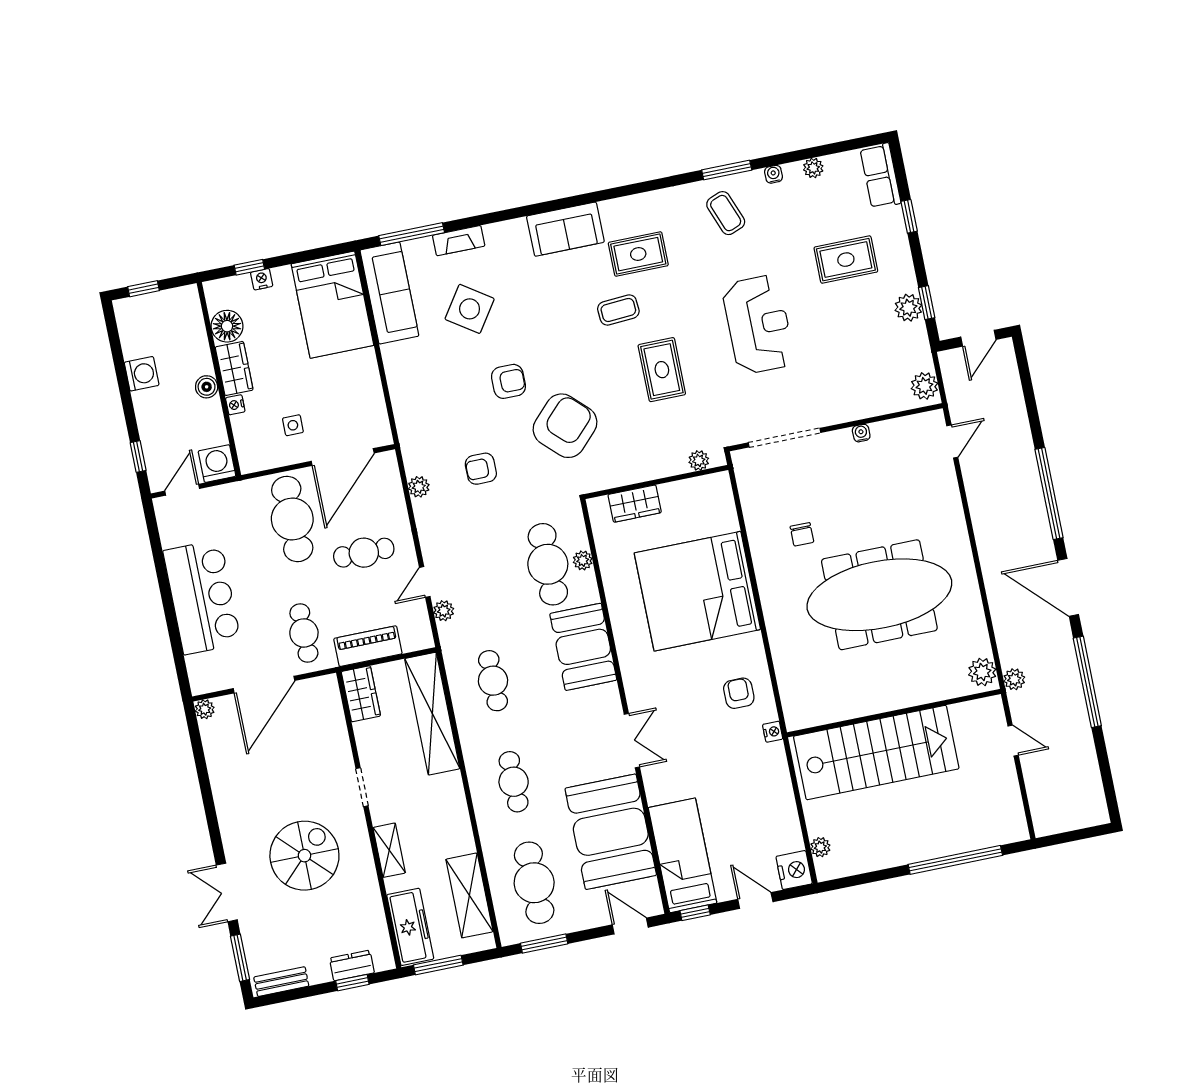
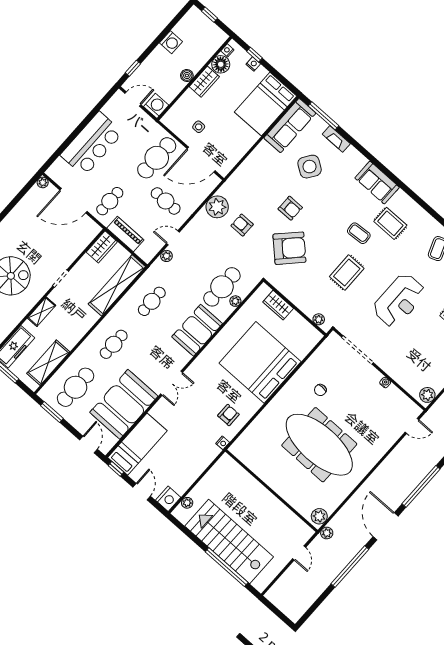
nightstand: (235, 405) -> (227, 50), moved
plant: (419, 487) -> (217, 207), width x1.87, depth x1.87
stairs: (876, 753) -> (229, 541), moved, turned 180

